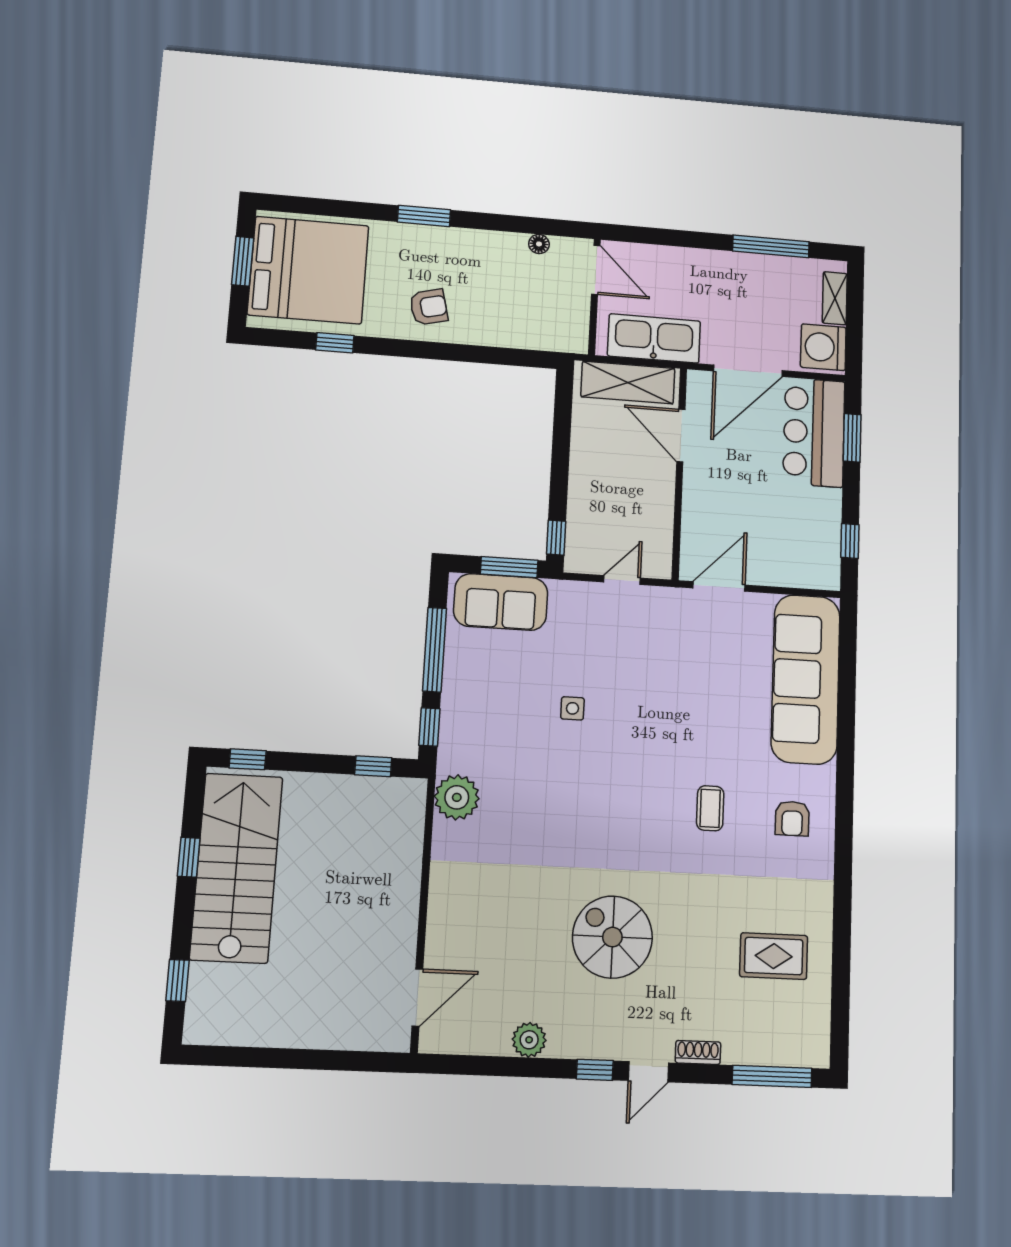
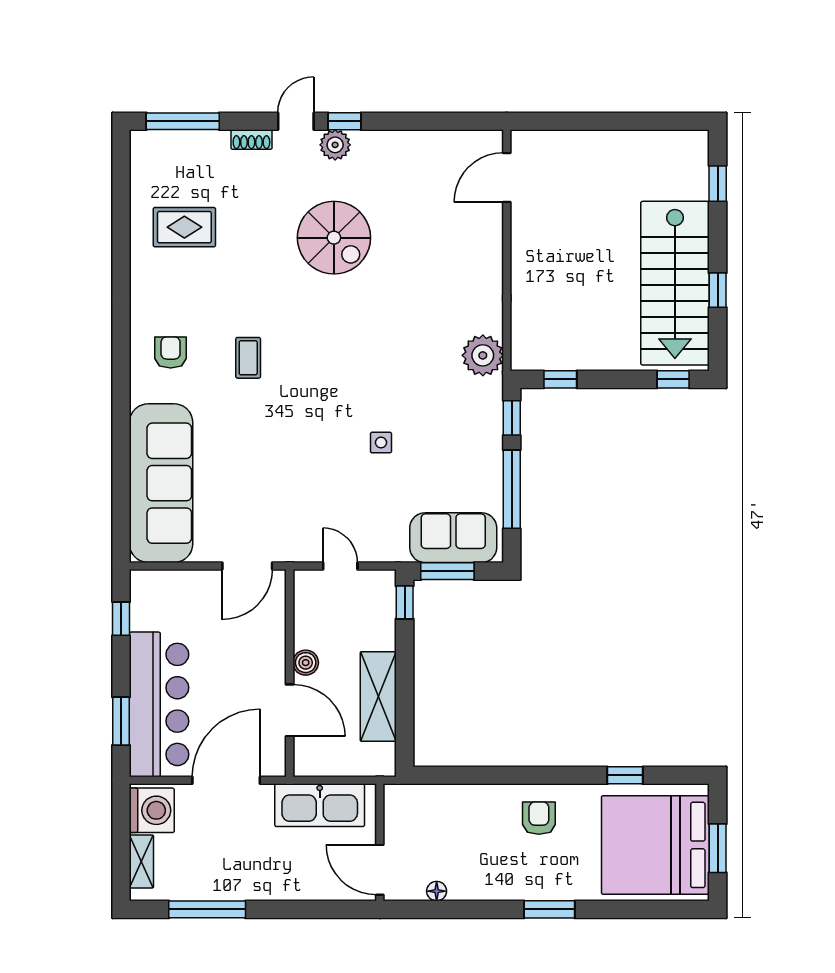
armchair: (429, 307) -> (539, 818), turned 104
shelving: (628, 382) -> (378, 697), moved, turned 90
bar counter: (814, 432) -> (159, 704), width x1.36
boiler: (662, 483) -> (306, 663), added
door: (622, 580) -> (340, 566), swing flipped
plant: (529, 1040) -> (335, 145), moved

